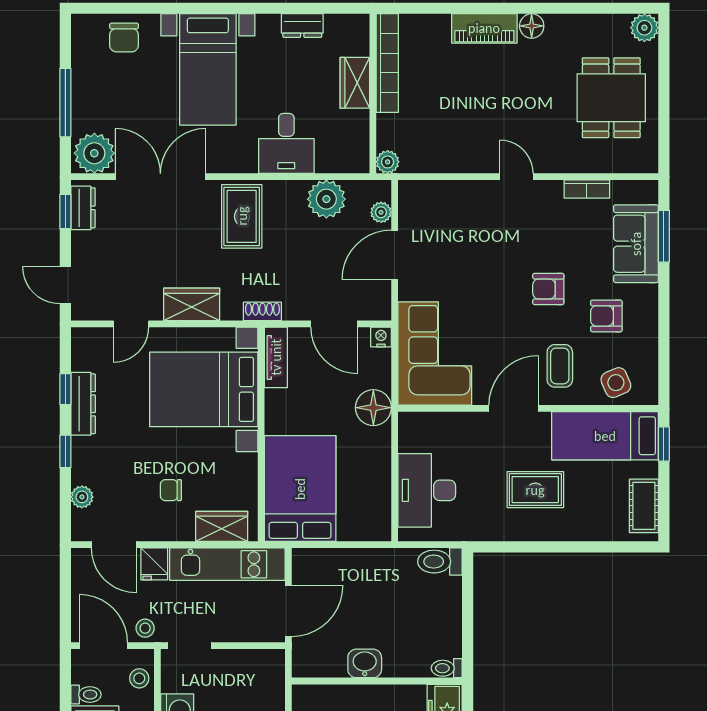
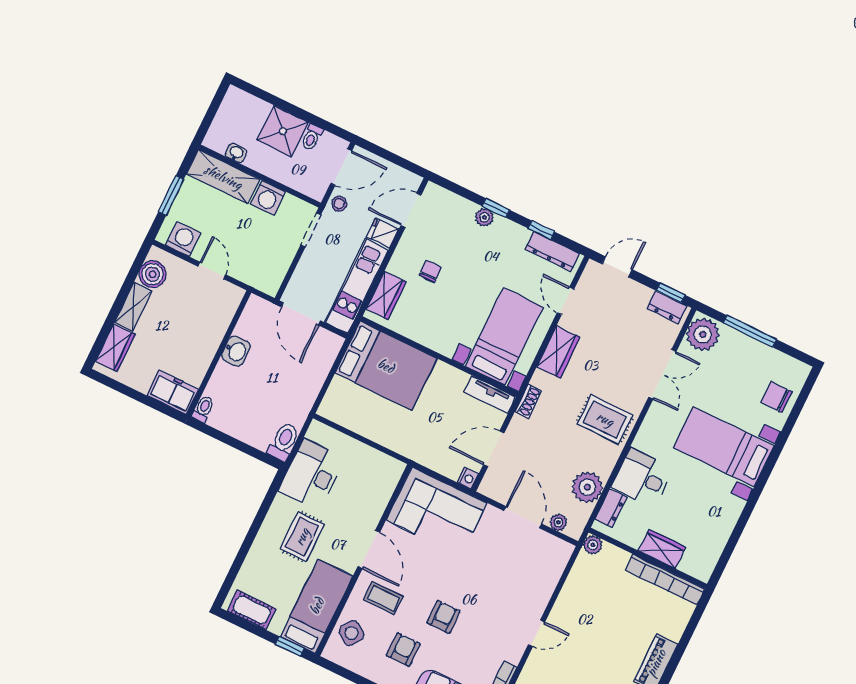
dresser: (302, 26) -> (611, 508), moved, turned 180
double door: (160, 177) -> (662, 374), width x0.73
side table: (616, 383) -> (351, 633), turned -32
bed with nightstands: (204, 389) -> (504, 336), width x0.73
dresser: (83, 404) -> (552, 251), moved
floor lamp: (373, 408) -> (419, 448), removed
desk: (427, 490) -> (312, 474), moved, turned -90
plant: (82, 497) -> (484, 217), moved
stool: (139, 678) -> (305, 182), removed

